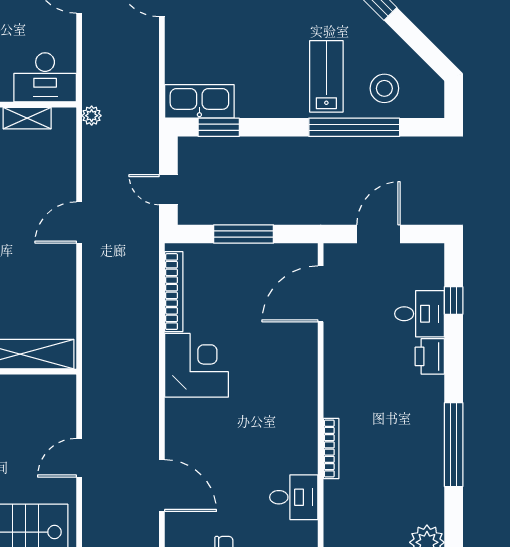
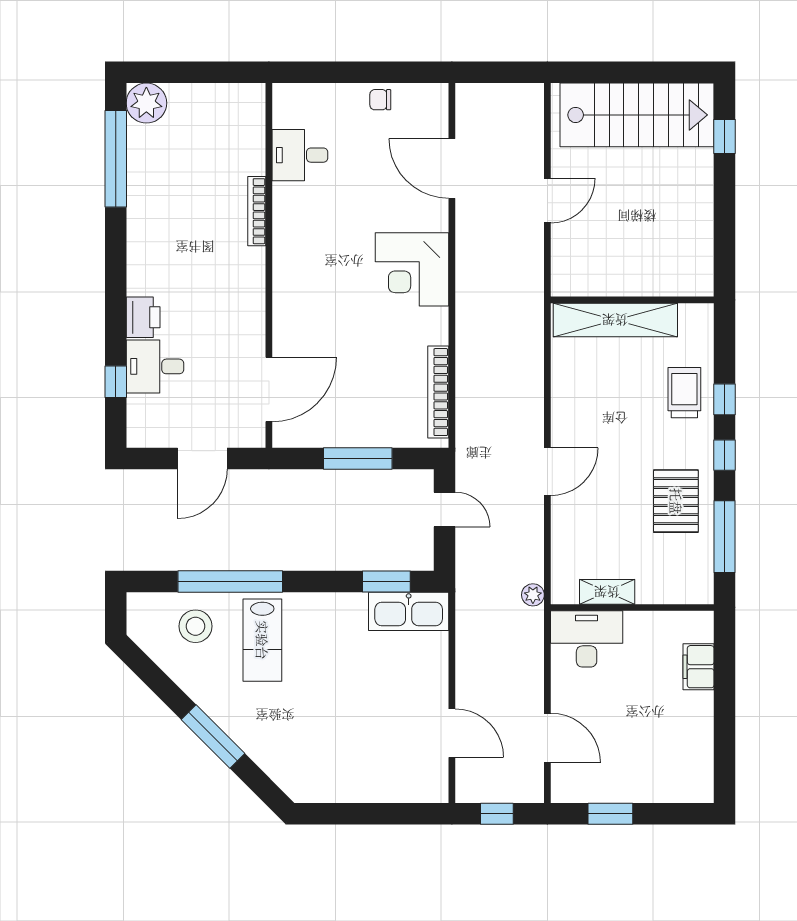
corner desk: (196, 365) -> (412, 269), moved
window: (454, 445) -> (116, 159), moved

